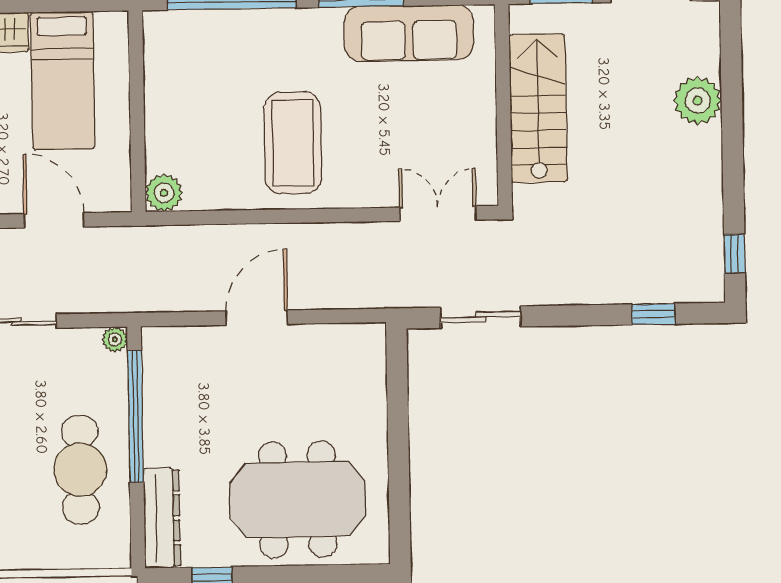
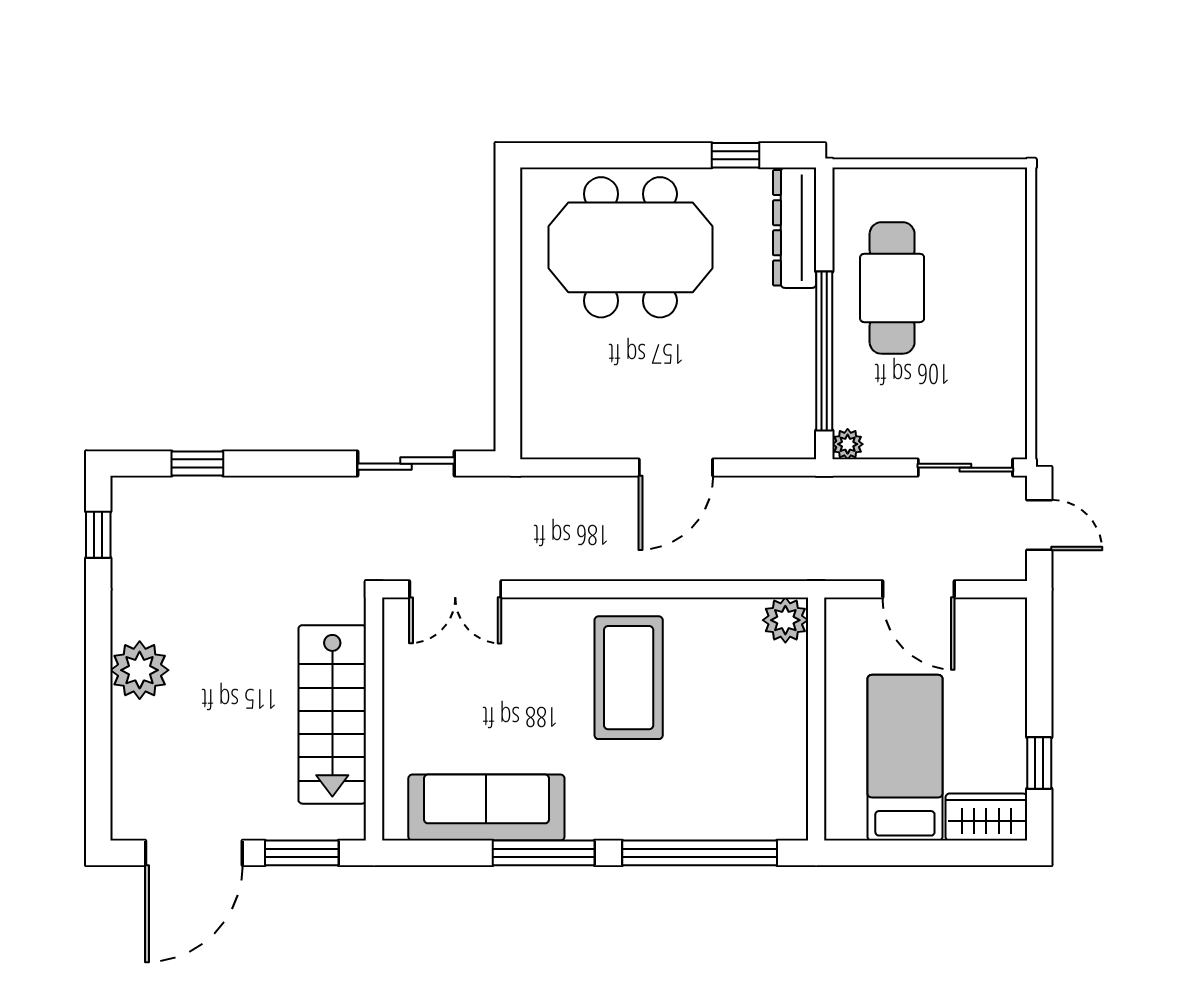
plant: (698, 101) -> (140, 670), moved

